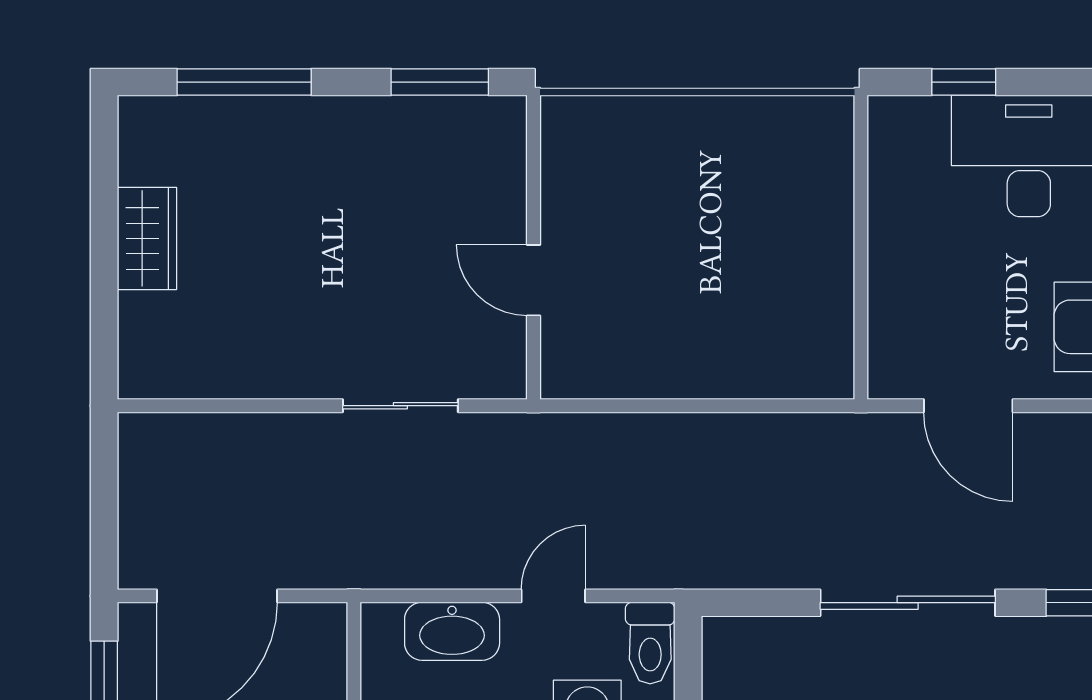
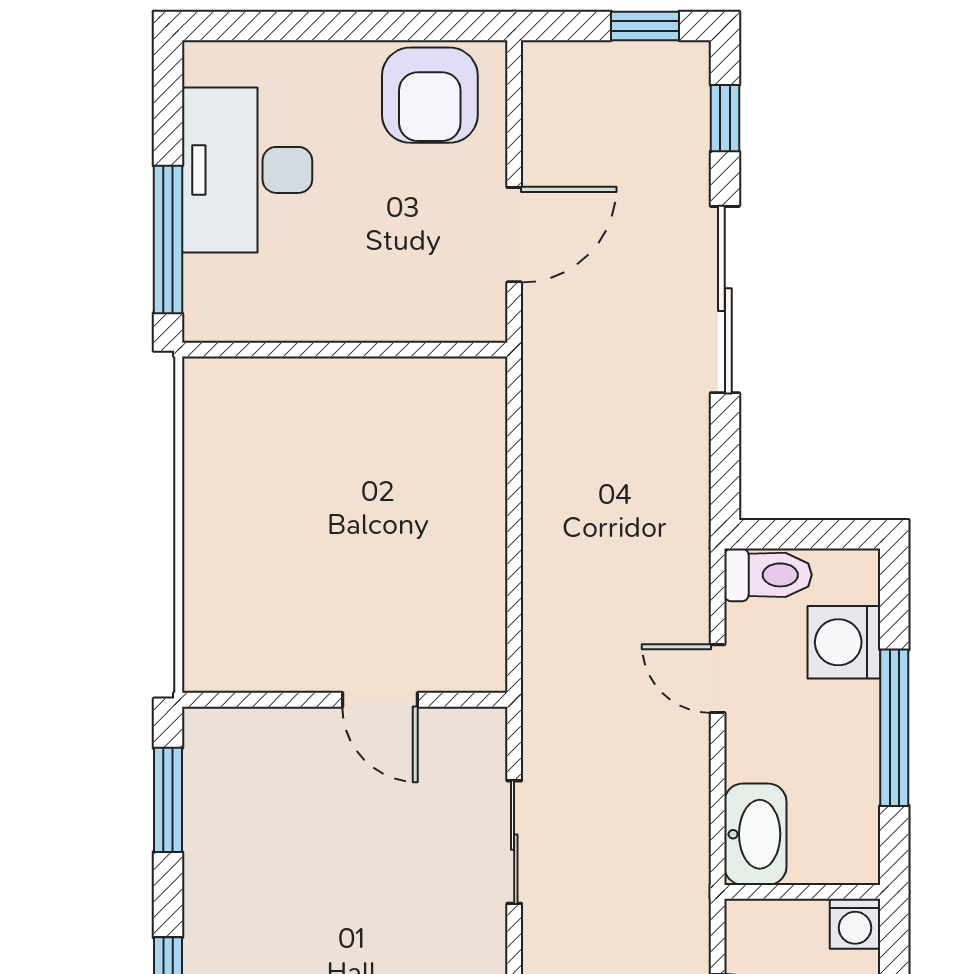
window: (964, 82) -> (168, 239), width x2.17
door: (533, 280) -> (380, 700), hinge flipped
washbasin: (452, 631) -> (755, 834), moved

